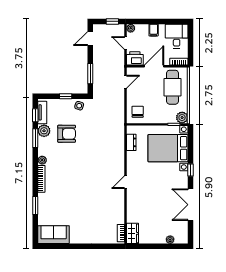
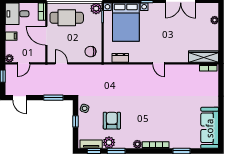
printer: (135, 58) -> (39, 54), removed
wardrobe: (133, 233) -> (203, 57), width x1.50
sofa: (54, 235) -> (210, 128), width x1.36

